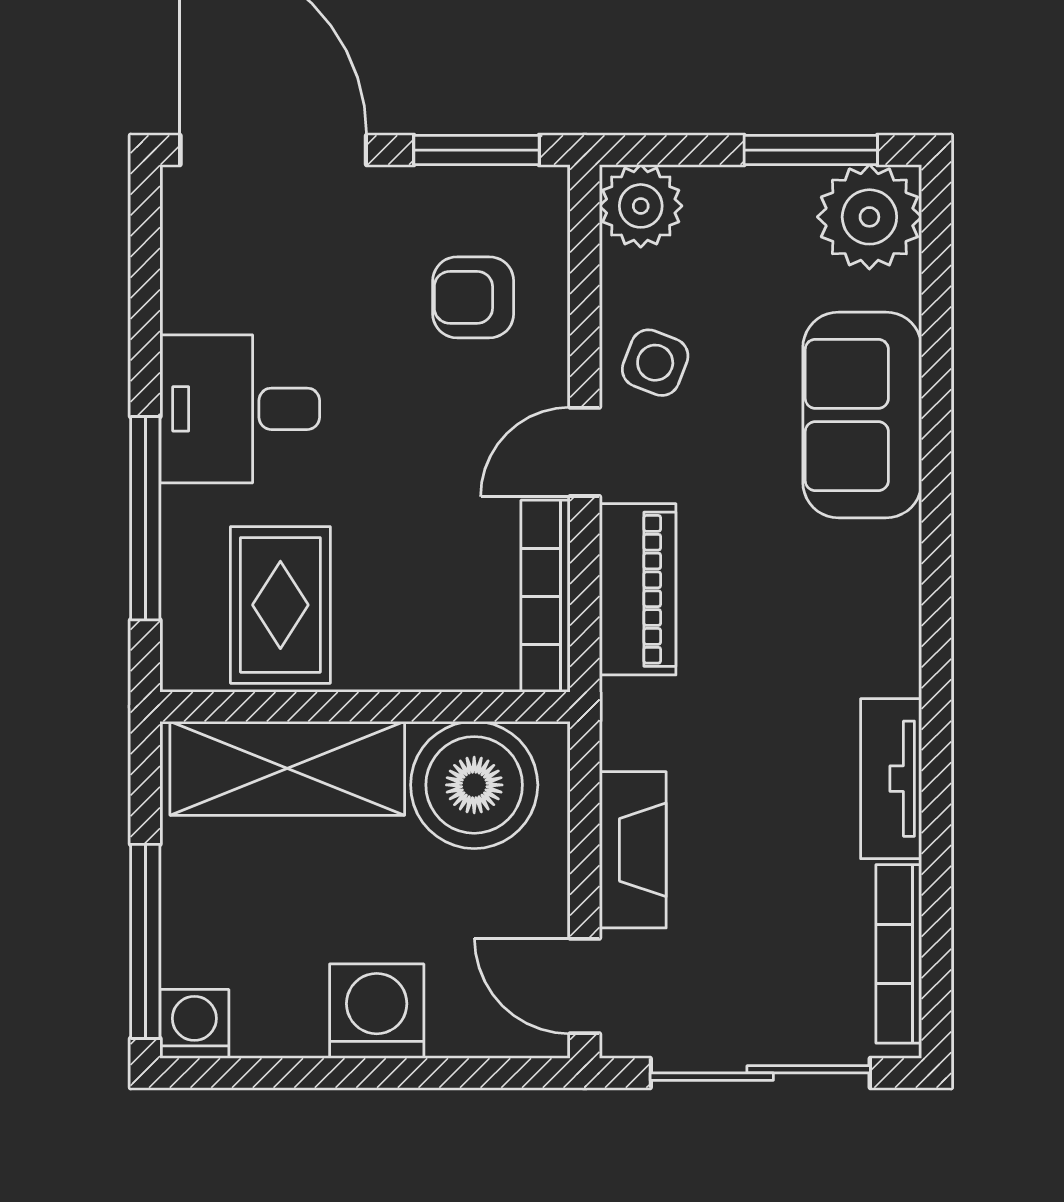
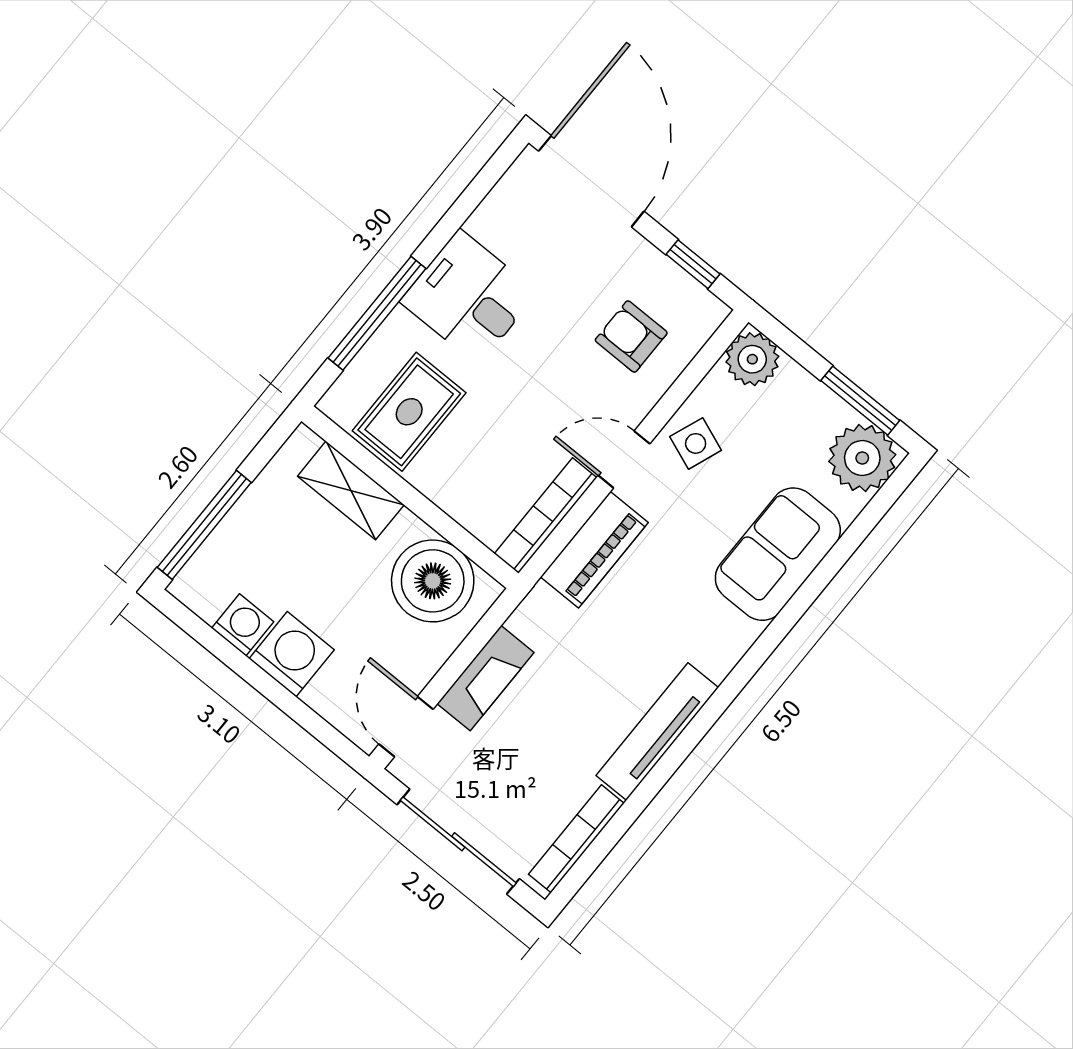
window: (477, 150) -> (693, 264), width x0.67
shelving: (287, 768) -> (351, 490), width x0.67, depth x0.75
tv unit: (891, 779) -> (657, 732), width x1.41
washing machine: (194, 1024) -> (243, 625), moved

